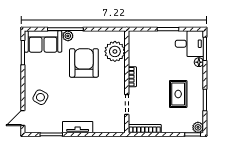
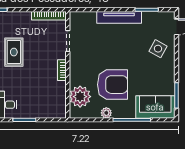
plant: (68, 36) -> (106, 113), moved
armchair: (84, 63) -> (112, 85), turned -90
tv unit: (78, 127) -> (119, 17), width x1.41

